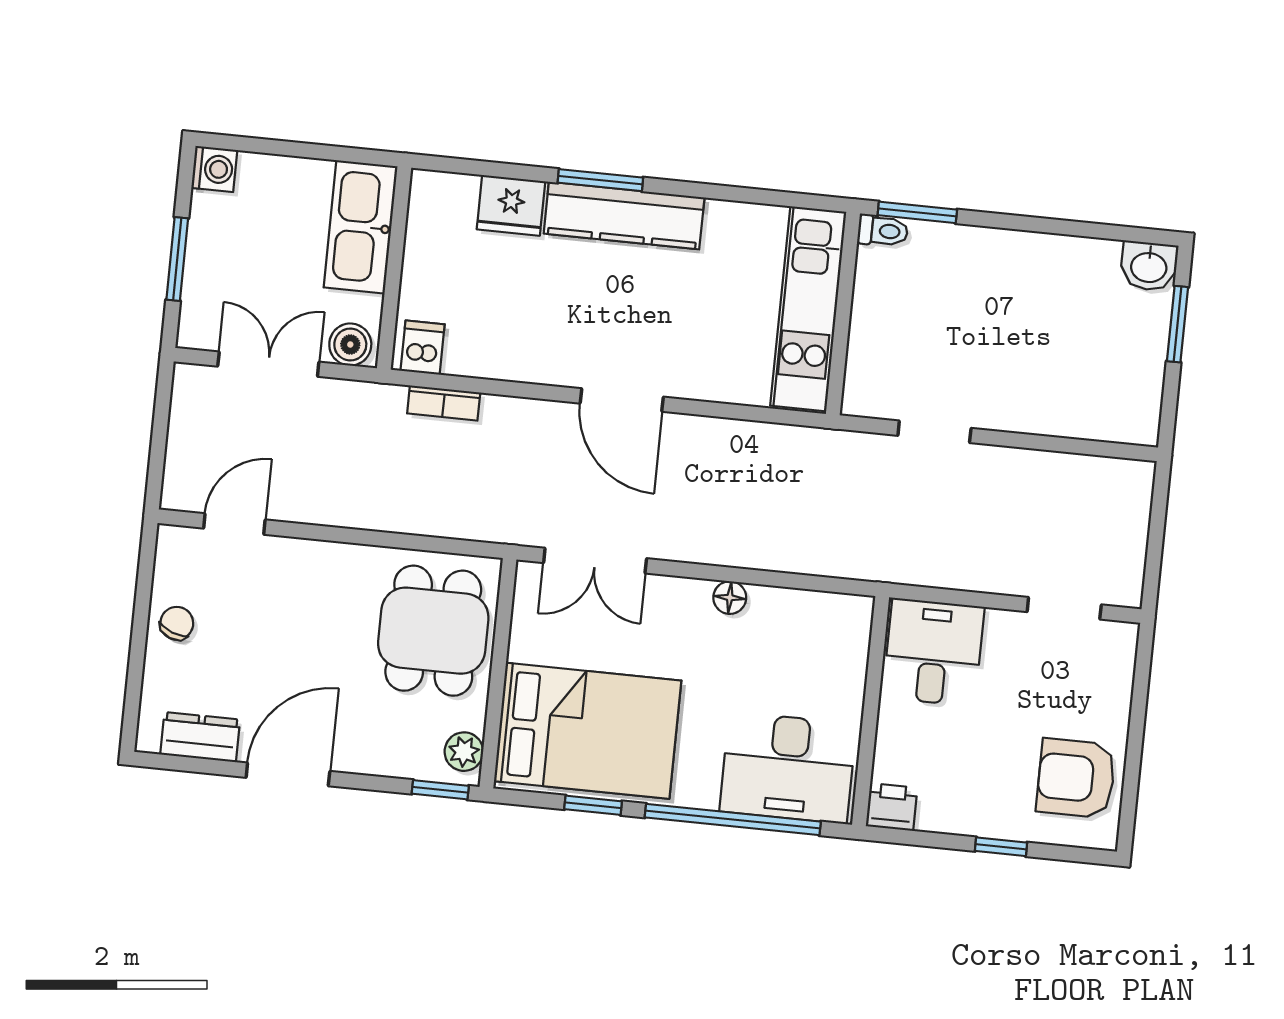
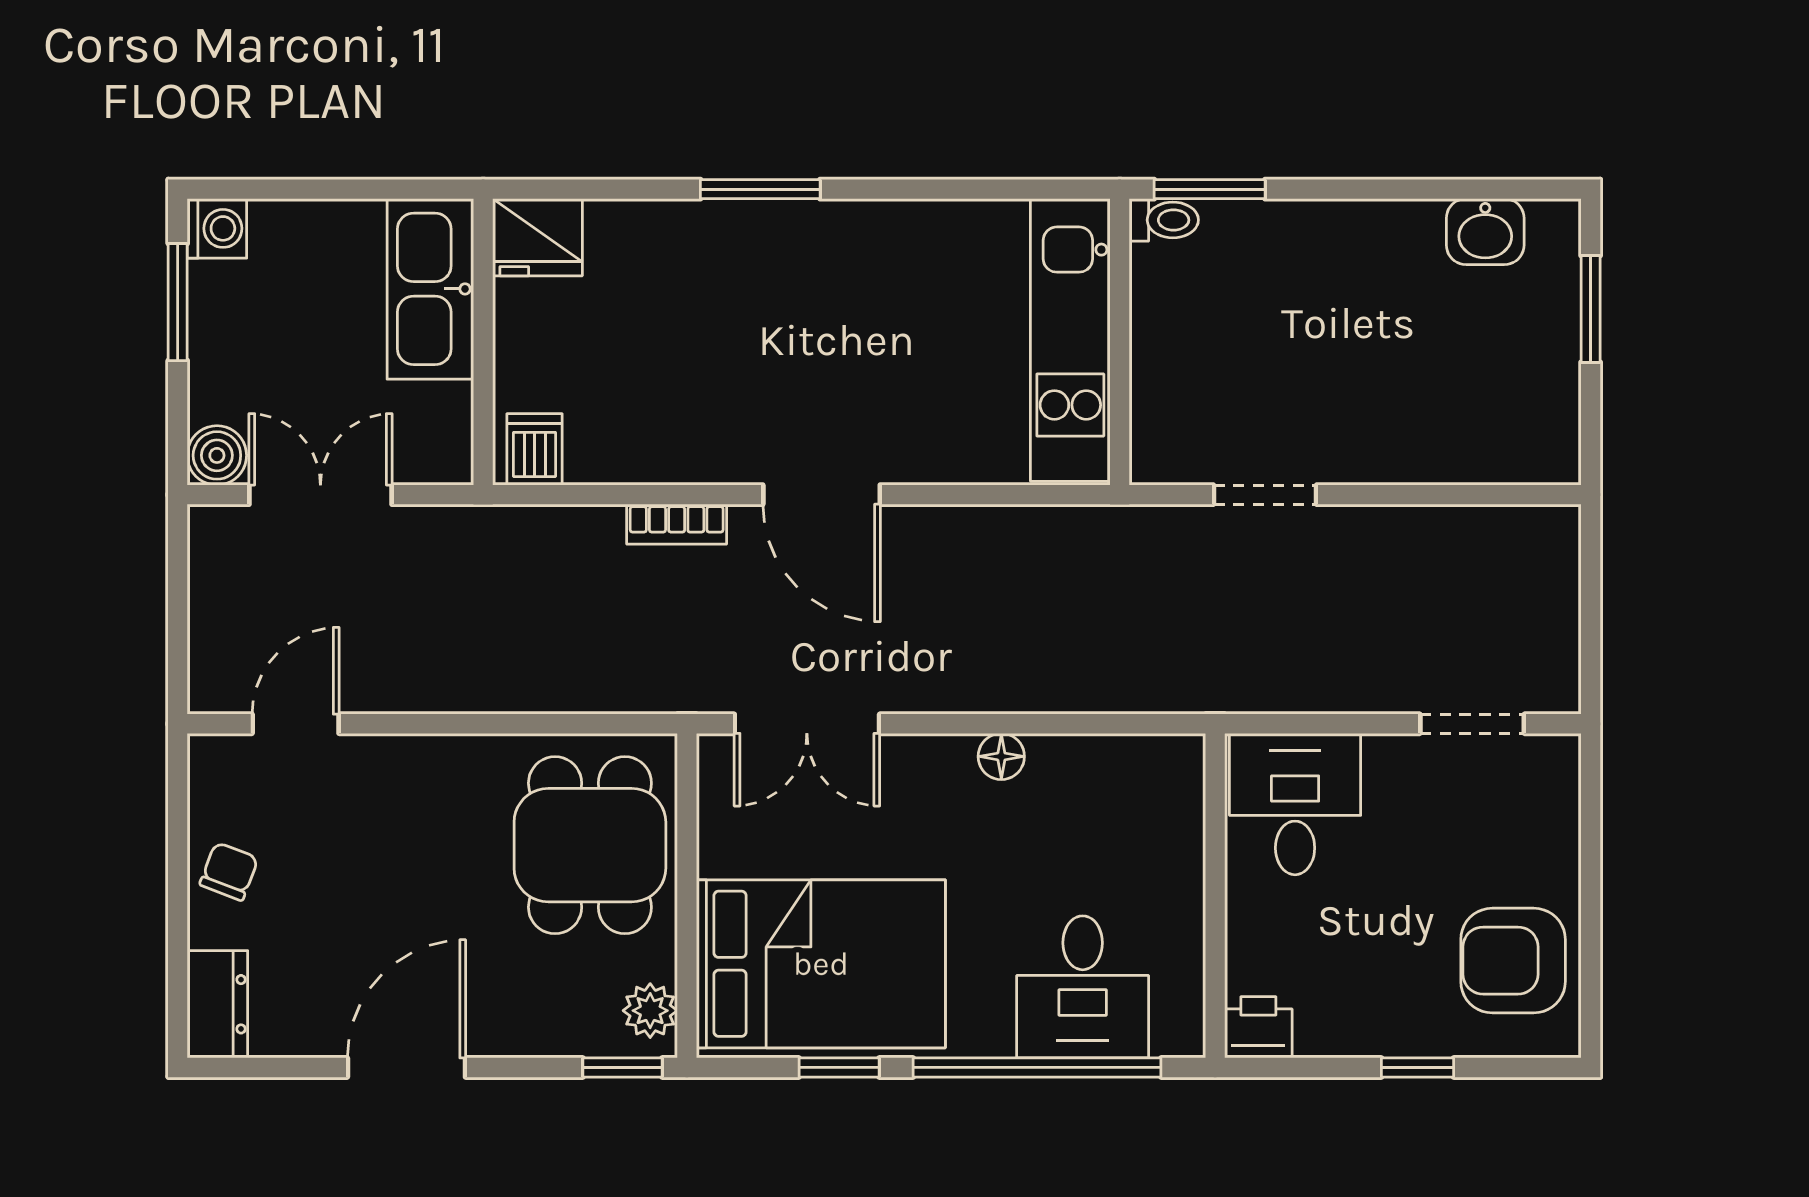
fridge: (511, 205) -> (538, 237), moved
kitchen counter: (624, 216) -> (799, 235), removed
window: (177, 259) -> (178, 302), moved
washbasin: (1149, 266) -> (1485, 232), moved
boiler: (350, 345) -> (217, 455), moved
bookcase: (444, 403) -> (677, 524), moved
dresser: (200, 737) -> (217, 1004), moved, turned 90
desk: (788, 768) -> (1083, 987), width x0.73

